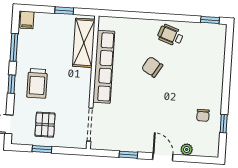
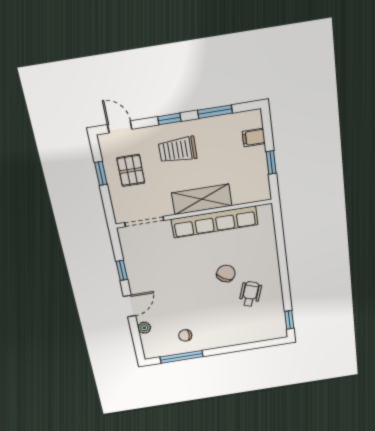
filing cabinet: (27, 20) -> (254, 138), moved
wheelchair: (170, 35) -> (250, 294), moved
shelving: (84, 43) -> (202, 199), moved
window: (224, 124) -> (182, 357), width x2.17
pallet: (45, 125) -> (131, 170), turned 90

